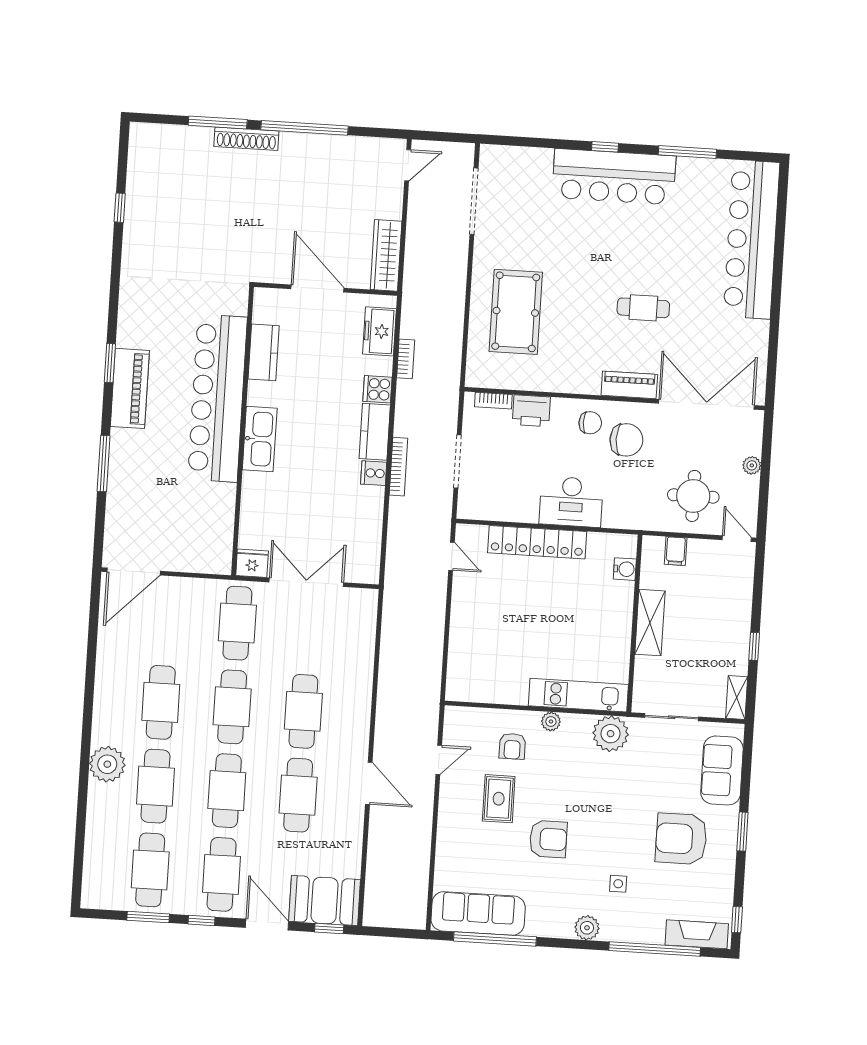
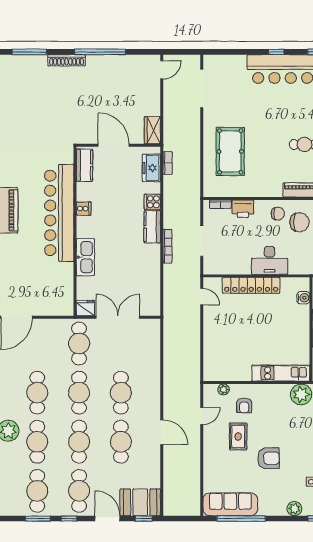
window: (218, 122) -> (29, 52), moved
wardrobe: (386, 255) -> (152, 130), width x0.67
kitchen counter: (264, 352) -> (84, 165), moved
bookcase: (406, 359) -> (168, 163), moved
kitchen sink: (260, 439) -> (85, 257), moved
cooker: (374, 473) -> (84, 209), moved, turned 180
plant: (551, 721) -> (224, 389), moved

